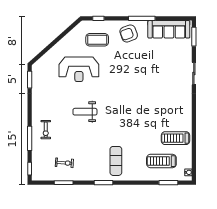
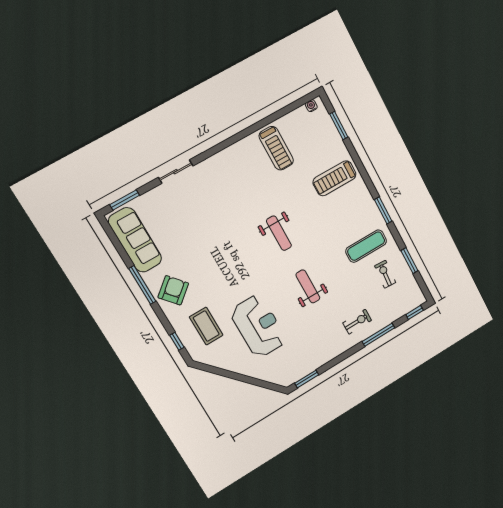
armchair: (129, 33) -> (173, 290), turned -110
weight bench: (85, 112) -> (308, 286), turned 180
weight bench: (126, 112) -> (279, 233), added
exercise mat: (116, 161) -> (366, 246), moved
treadmill: (161, 161) -> (335, 178), moved, turned 90

